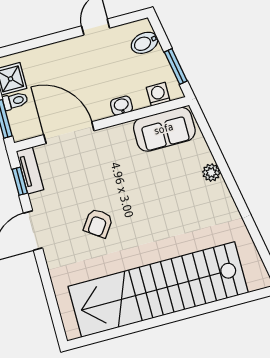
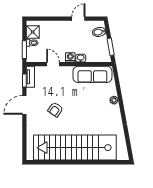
washing machine: (158, 94) -> (70, 57), moved
sofa: (164, 129) -> (92, 74), width x1.36
door: (69, 133) -> (53, 64), width x0.53

